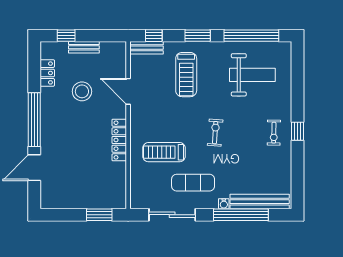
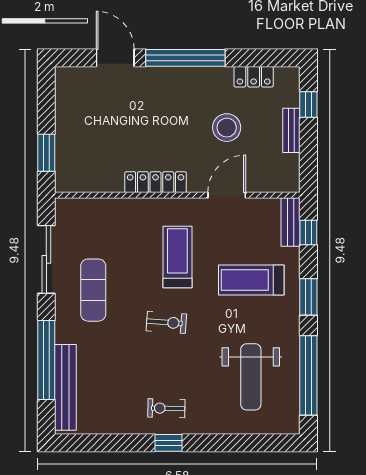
treadmill: (164, 152) -> (177, 257), moved
water cooler: (224, 204) -> (62, 335), removed

